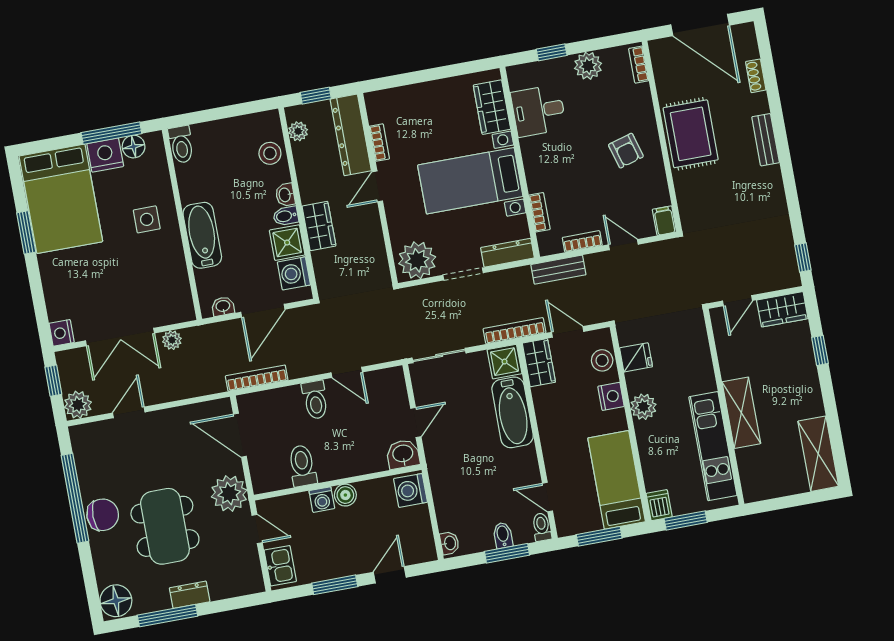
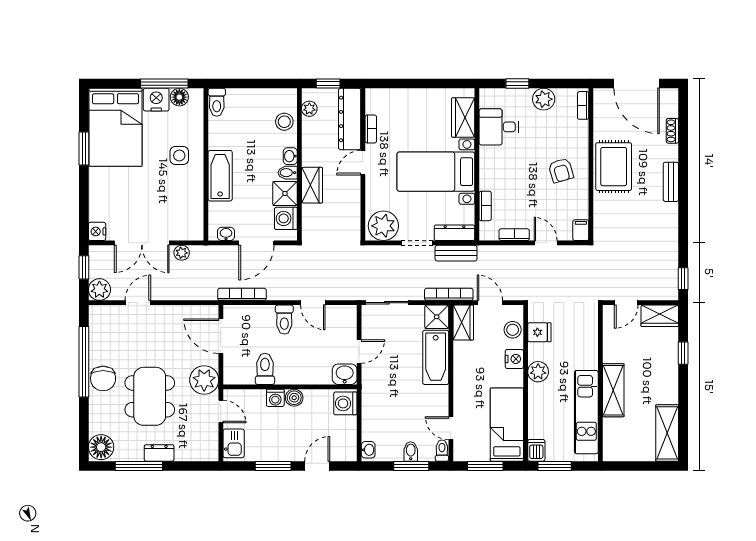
bench: (558, 270) -> (456, 253), moved
chair: (103, 515) -> (103, 378), turned 90

